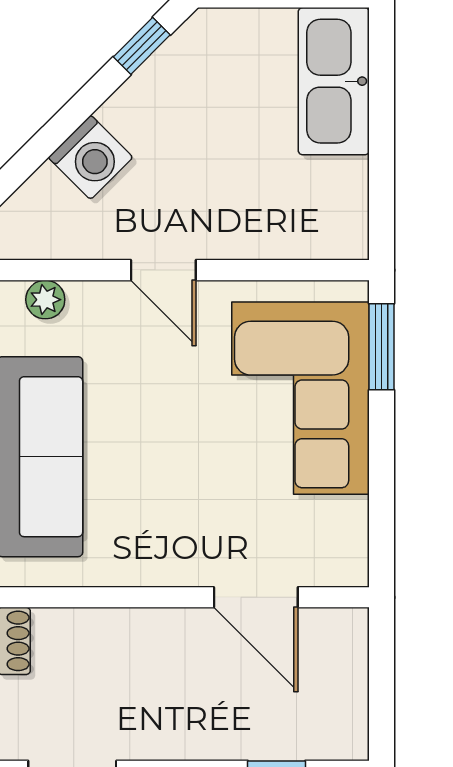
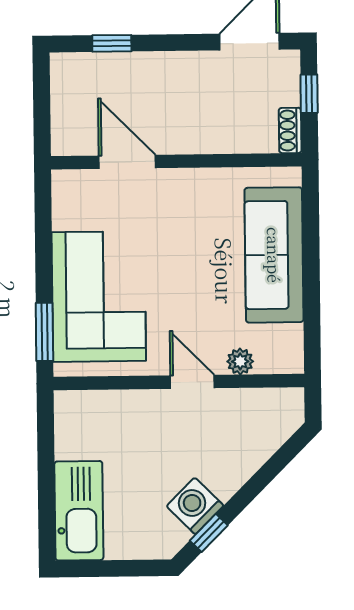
washing machine: (91, 157) -> (195, 506), moved
plant: (45, 300) -> (240, 361), moved

